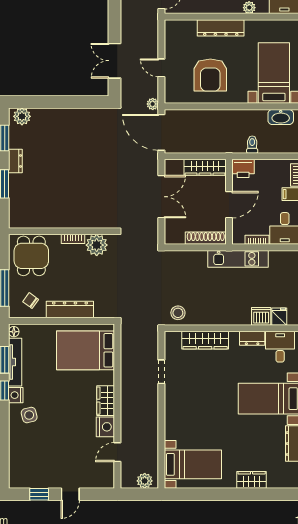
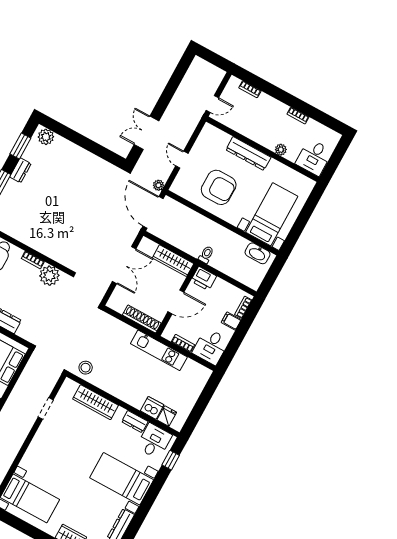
armchair: (210, 75) -> (219, 187), turned -90
toilet: (252, 145) -> (206, 255), moved

